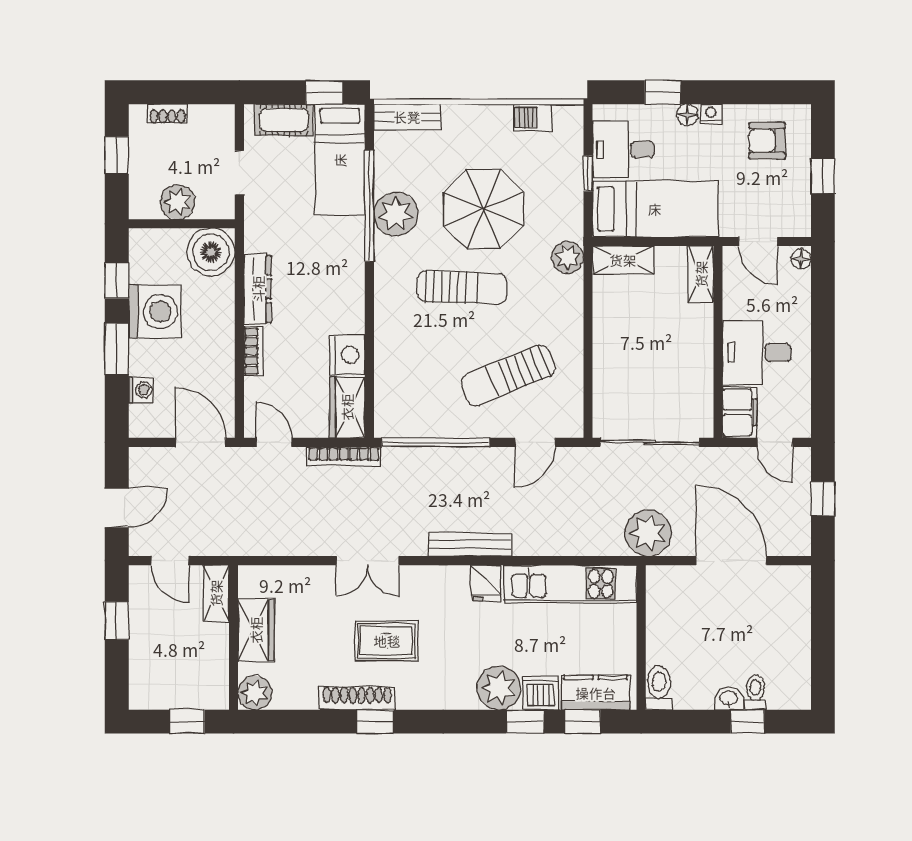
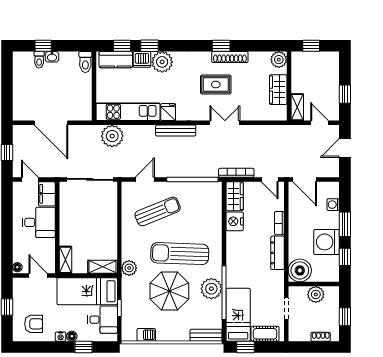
sun lounger: (462, 287) -> (180, 254), width x1.36, depth x1.34
plant: (648, 533) -> (112, 136), moved

